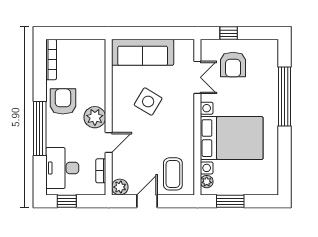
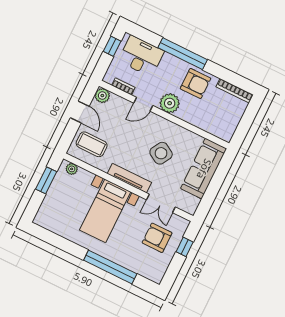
tv unit: (188, 121) -> (129, 178), added
bed with nightstands: (232, 138) -> (105, 211), width x0.73
door: (109, 143) -> (143, 104), hinge flipped

